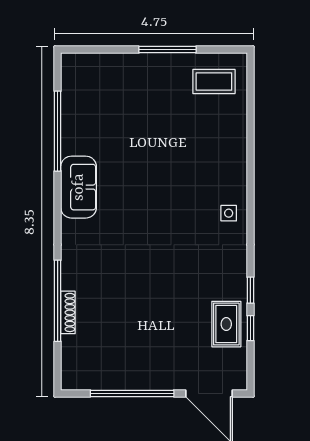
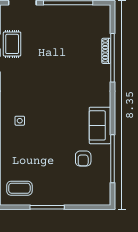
armchair: (107, 131) -> (83, 159), added
side table: (229, 213) -> (20, 121), moved

